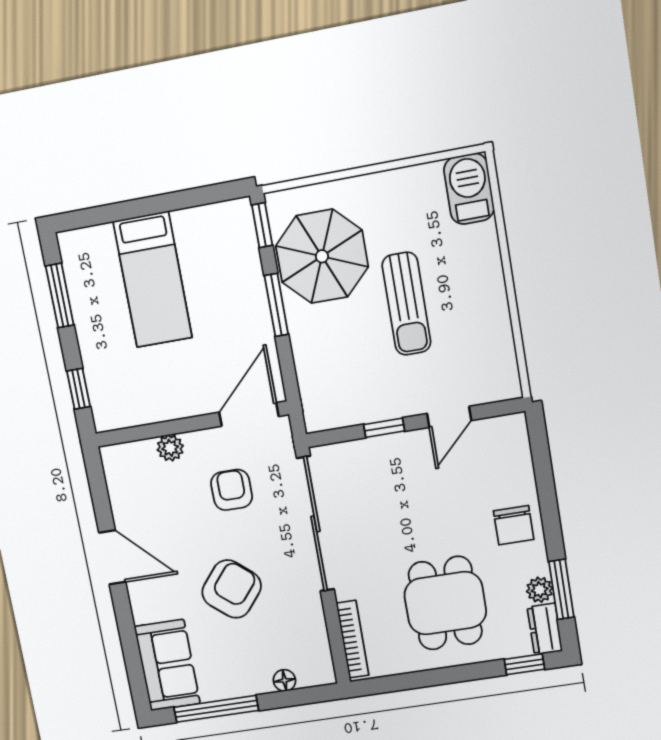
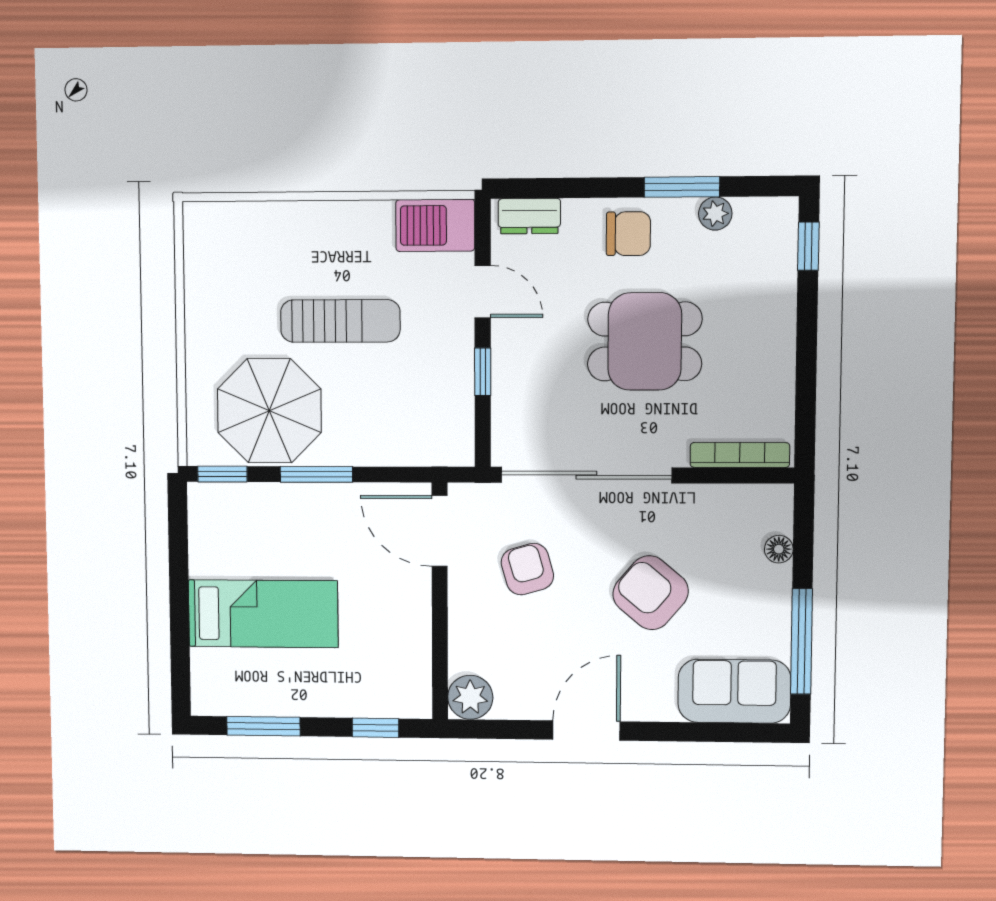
barbecue: (469, 189) -> (435, 225), moved
plant: (170, 448) -> (470, 697), moved, width x1.38, depth x1.38
armchair: (232, 490) -> (527, 569), turned 74
window: (561, 589) -> (682, 187), moved
dining table: (445, 603) -> (645, 341), moved
dresser: (545, 629) -> (529, 216), moved

